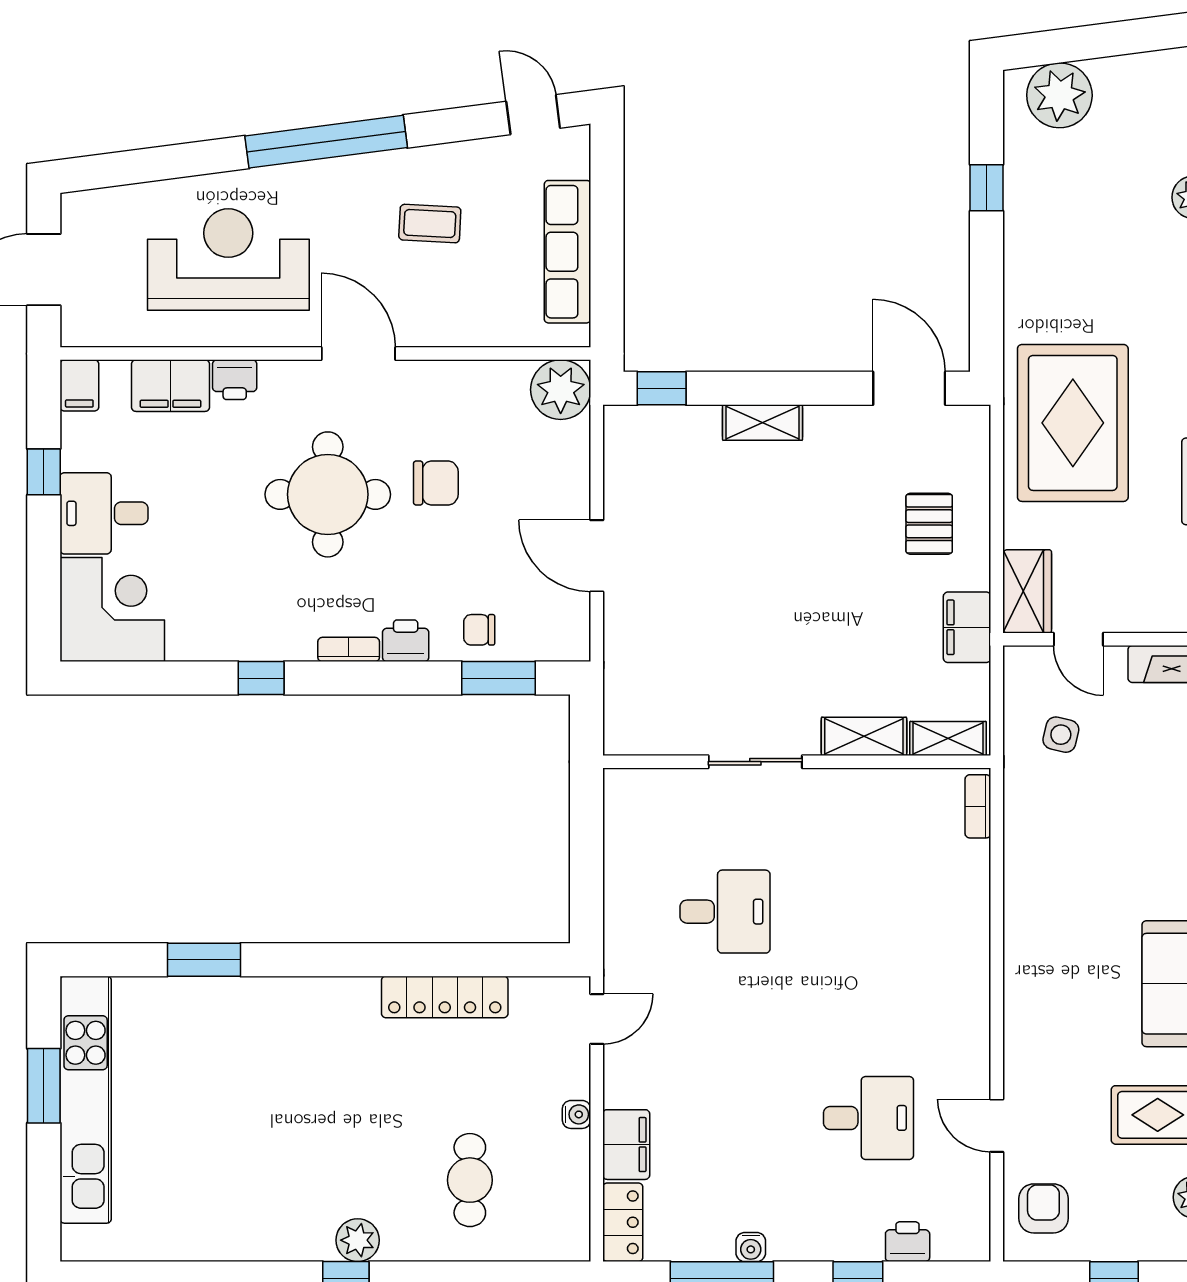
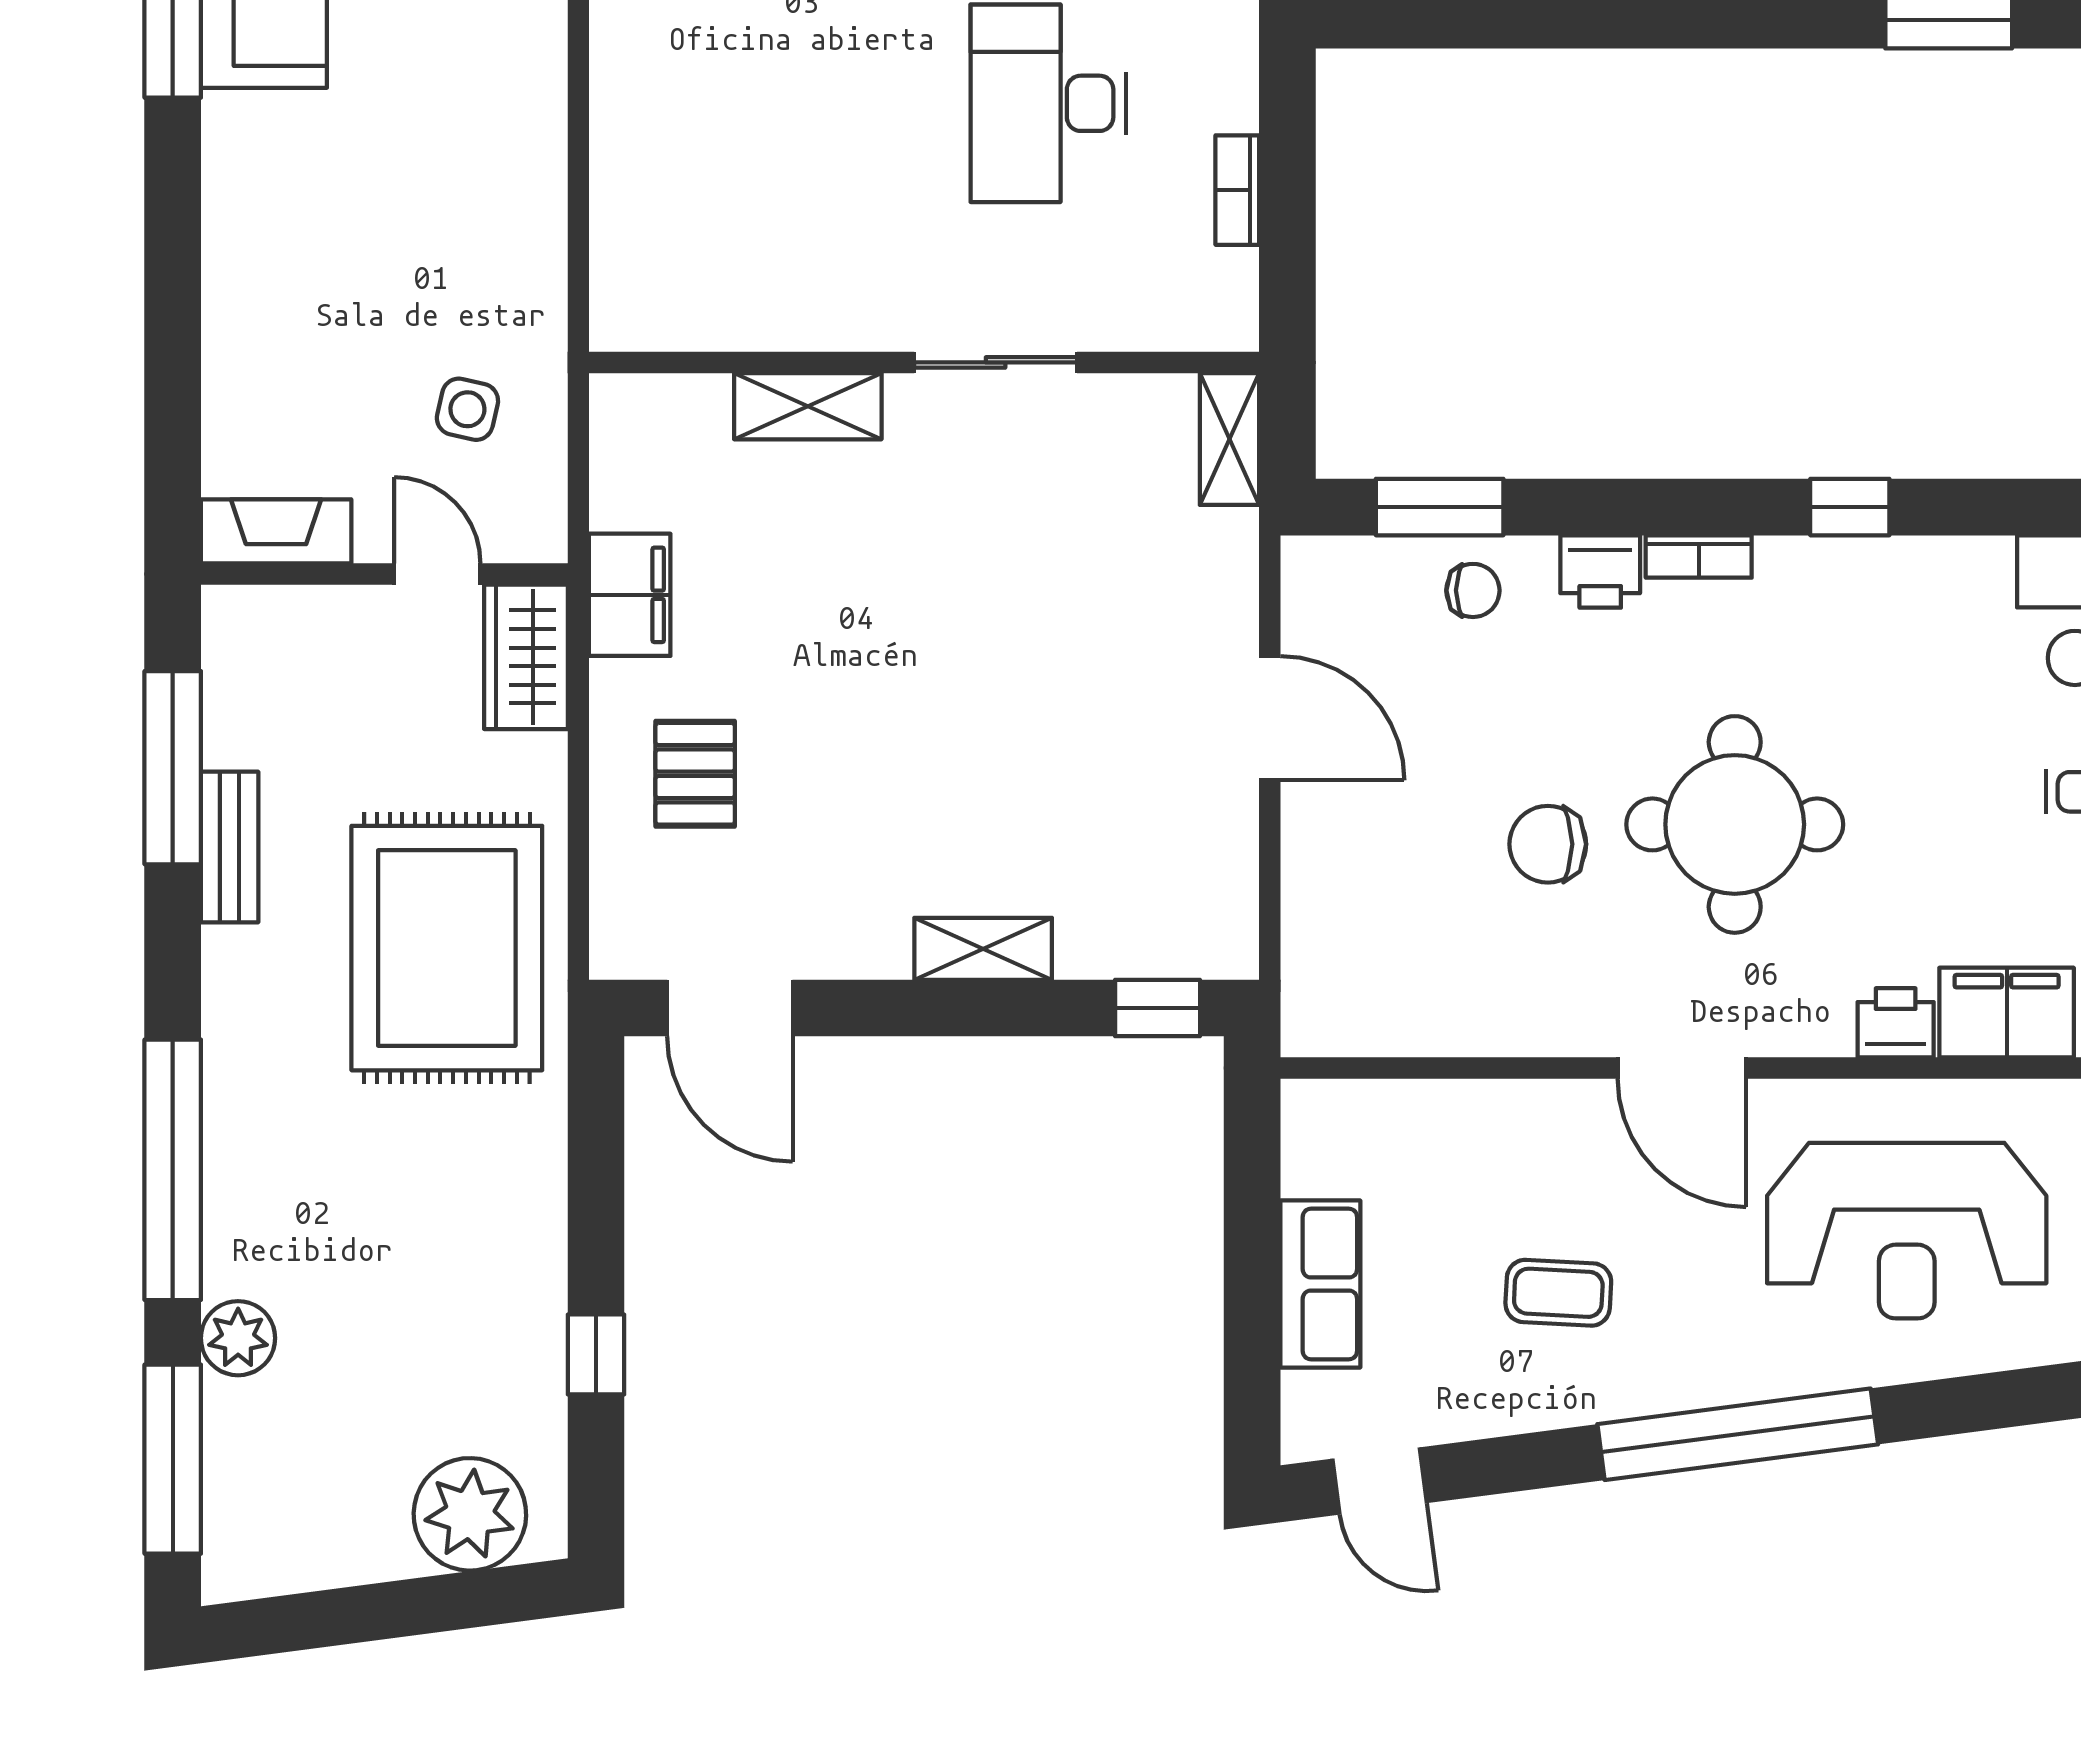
row of seats: (567, 252) -> (1320, 1284), width x0.68
plant: (561, 390) -> (1332, 1006), removed
shelving: (948, 738) -> (1230, 439), moved, turned 90
bookcase: (978, 806) -> (1237, 190), moved, turned 180
desk: (725, 912) -> (1048, 103), width x1.37

